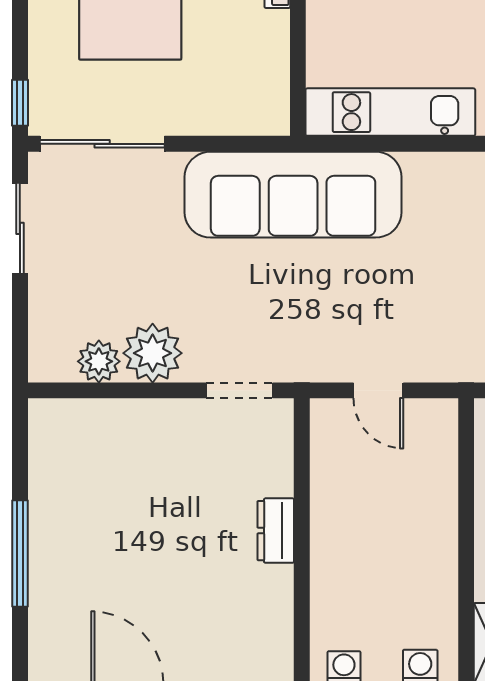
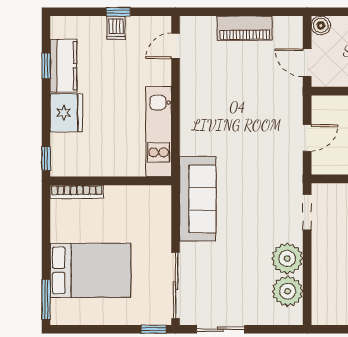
sofa: (293, 195) -> (198, 199), width x0.74, depth x0.79
plant: (99, 361) -> (288, 291), width x1.36, depth x1.36

